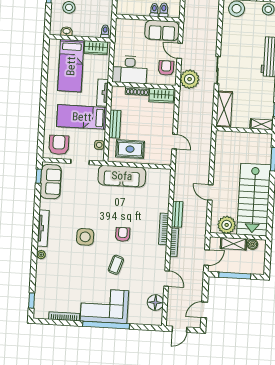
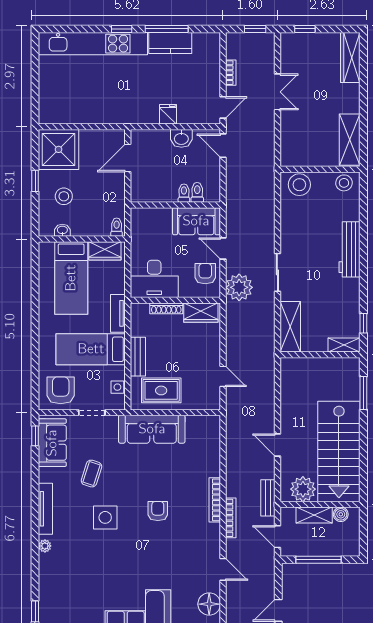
bench: (177, 214) -> (268, 498), moved
door: (207, 258) -> (277, 537), swing flipped
coffee table: (116, 265) -> (91, 474), moved

